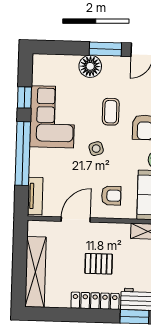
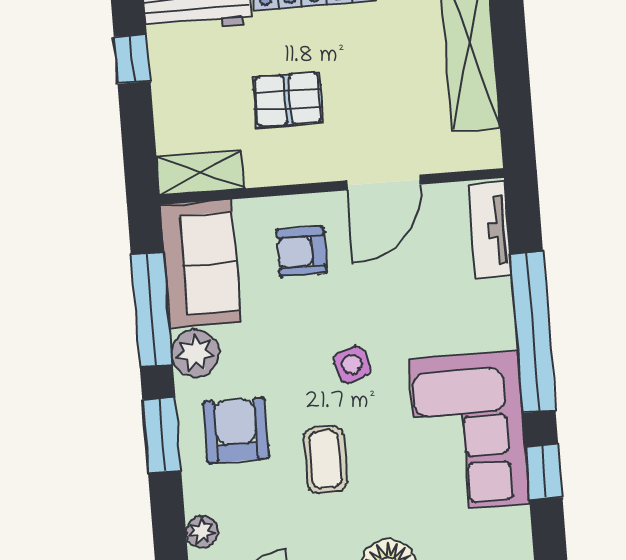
pallet: (99, 264) -> (288, 100), moved

